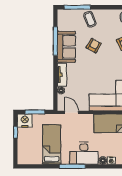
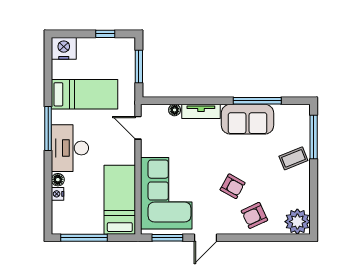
armchair: (94, 46) -> (233, 186), moved
door: (72, 112) -> (138, 128), swing flipped
nightstand: (25, 121) -> (64, 48), moved, turned -90

